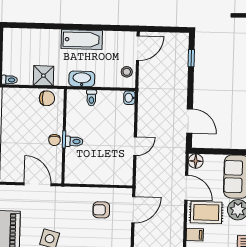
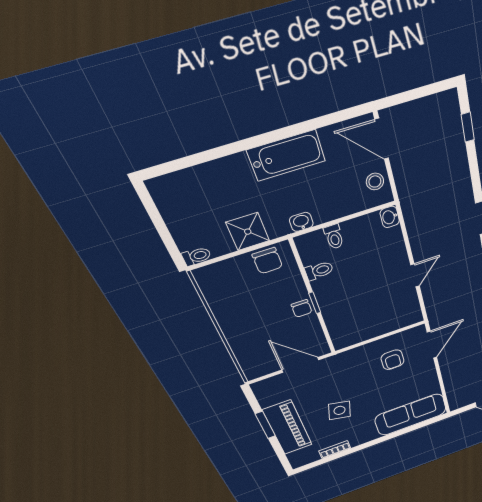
door: (138, 48) -> (382, 139), swing flipped
washbasin: (82, 79) -> (301, 222), width x0.52, depth x0.69
chair: (47, 98) -> (267, 261), turned 90
toilet: (74, 141) -> (319, 271), moved
armchair: (101, 210) -> (392, 360), turned -90

